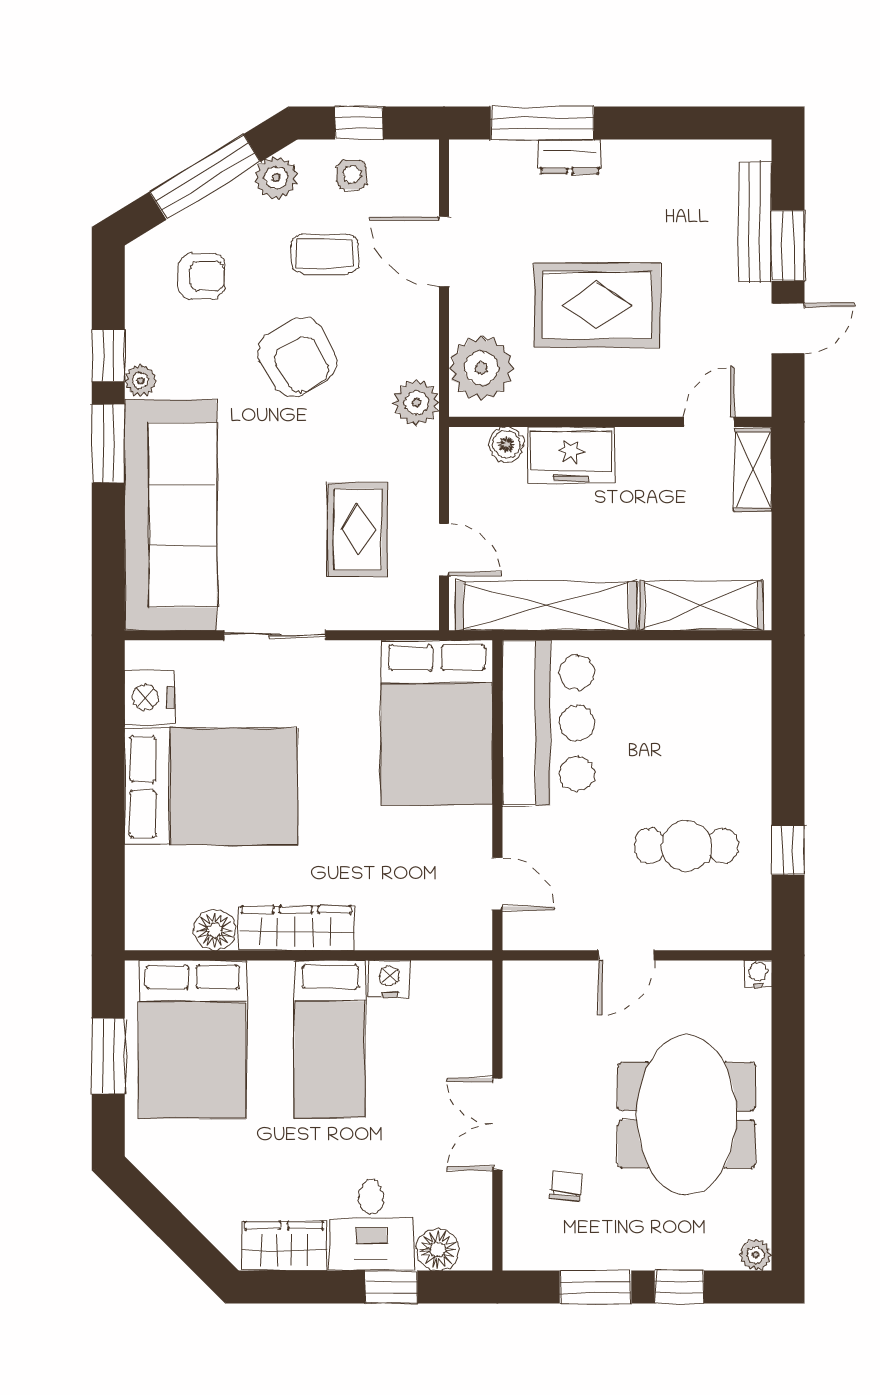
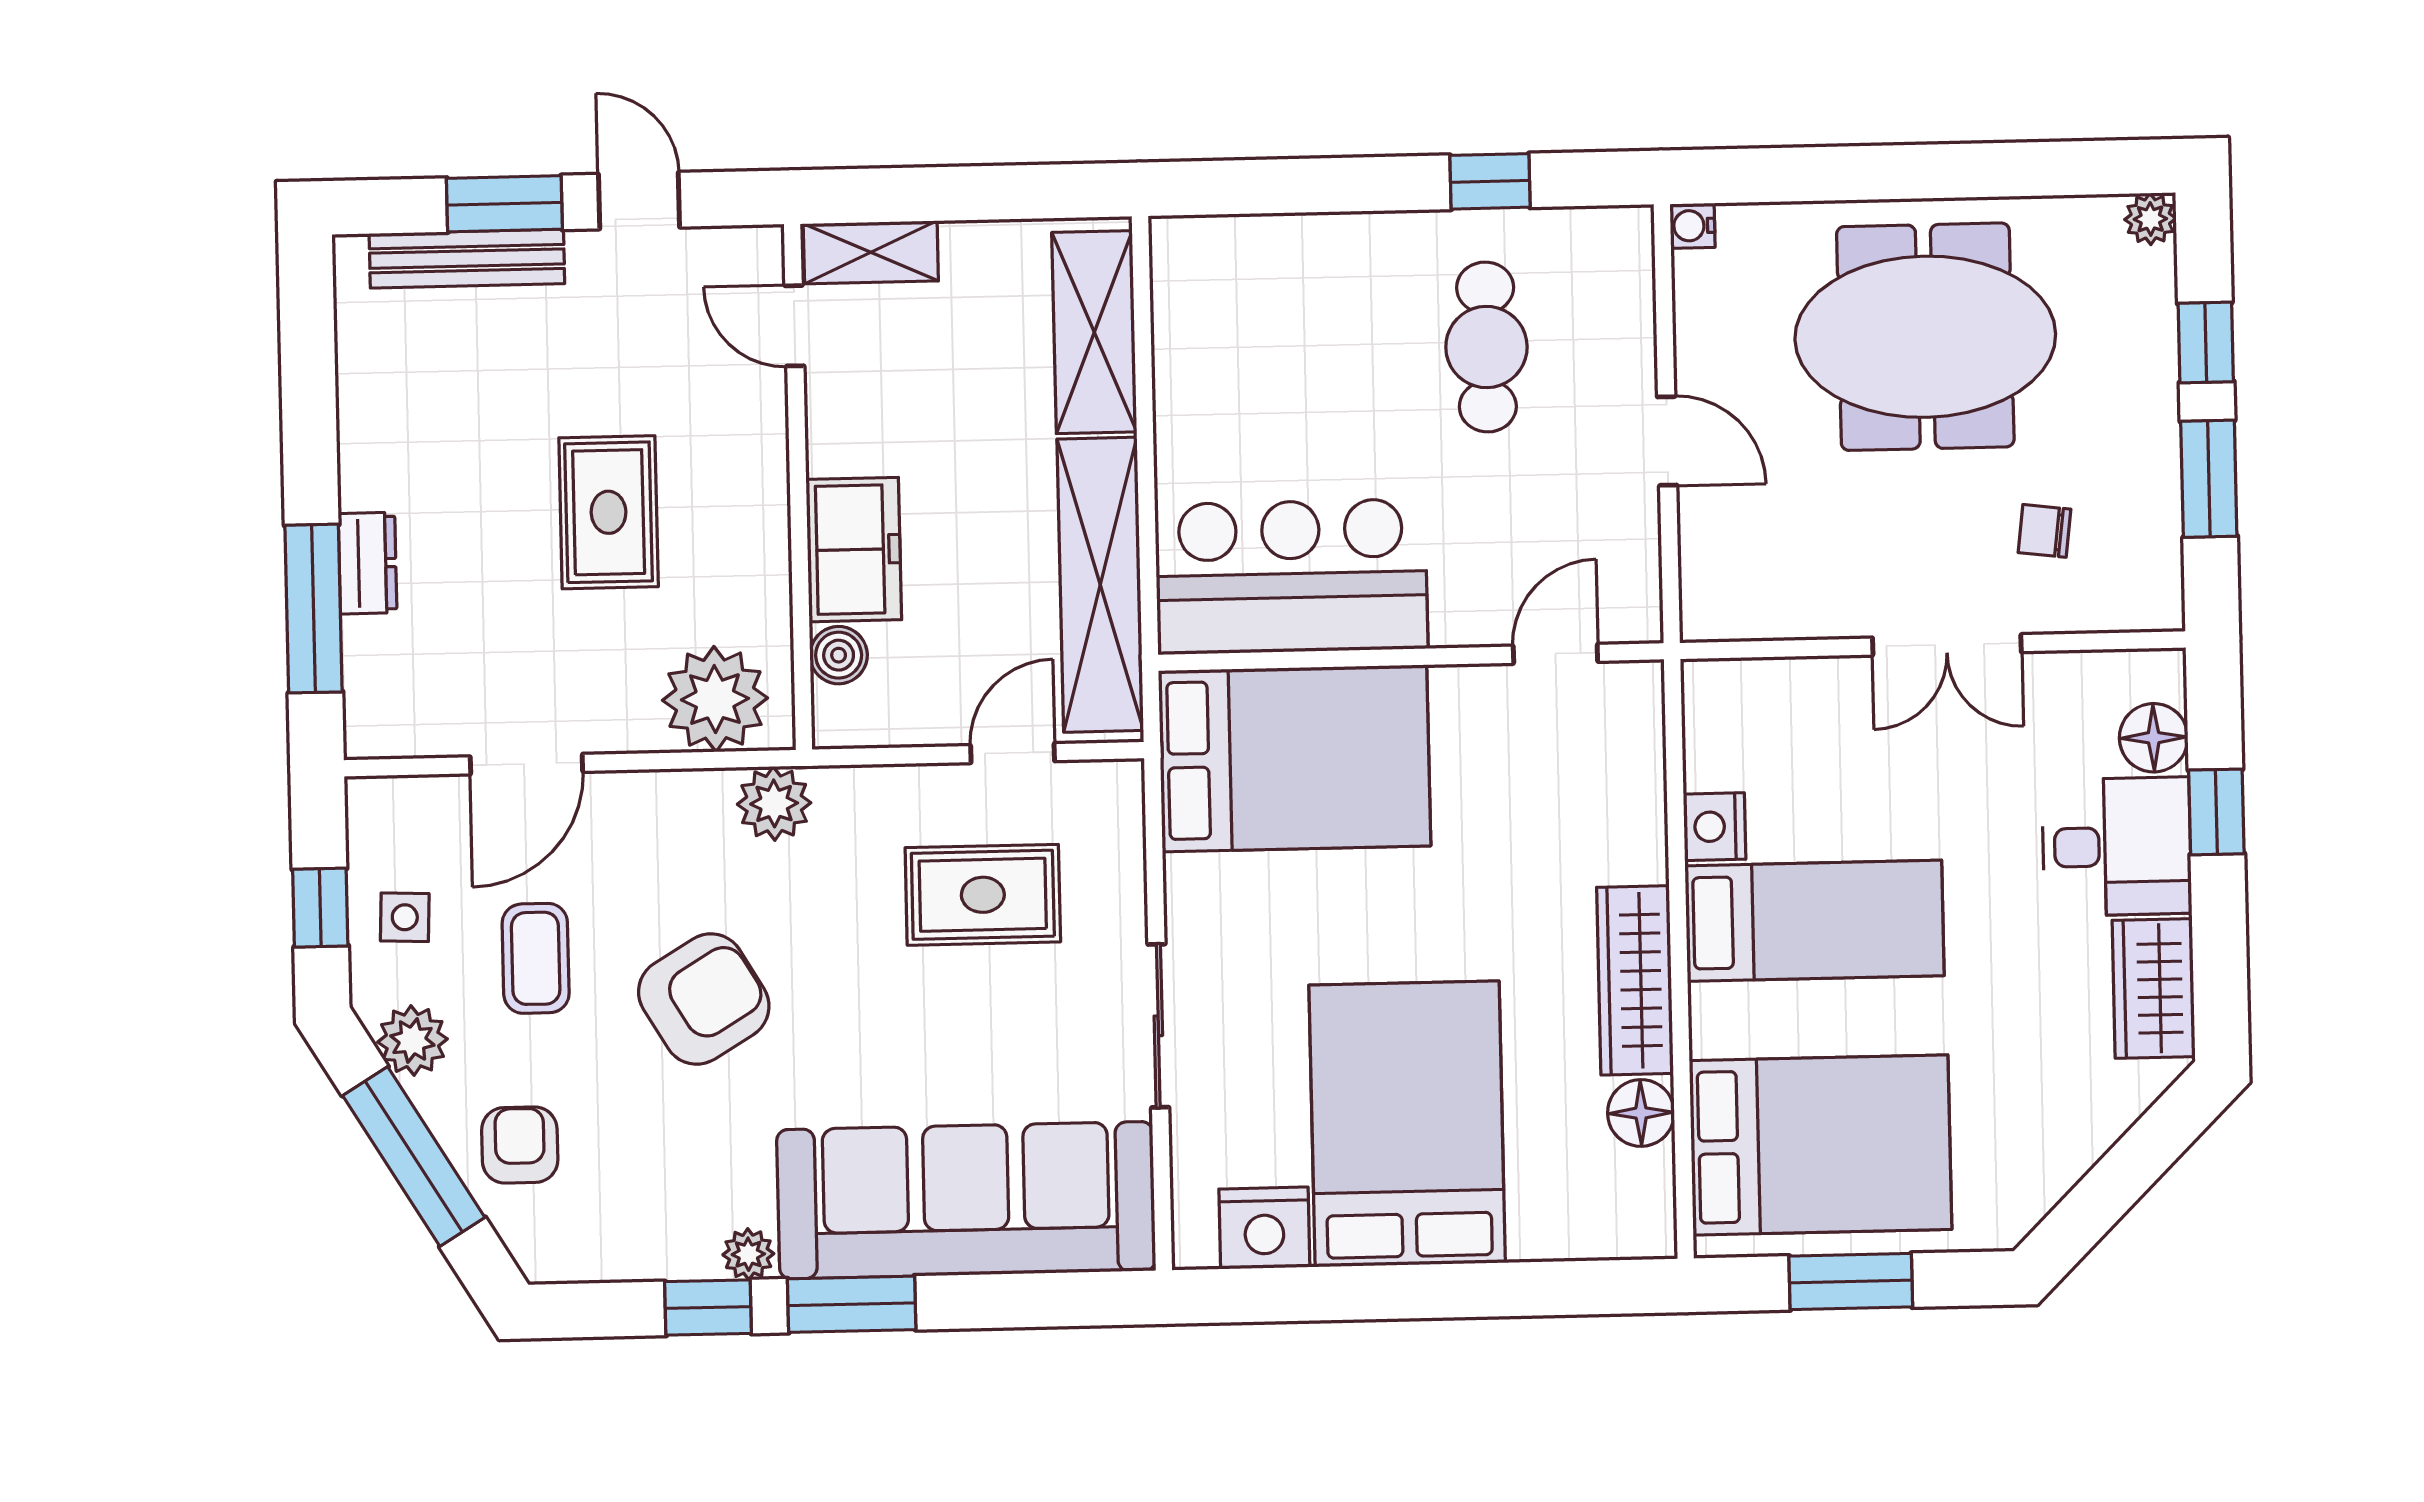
armchair: (202, 276) -> (520, 1145), moved
rug: (597, 305) -> (609, 512), width x0.73, depth x0.70

